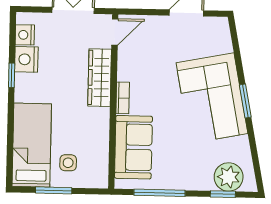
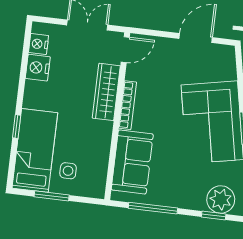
window: (12, 75) -> (17, 127), moved
bookcase: (123, 98) -> (128, 105), width x1.56

